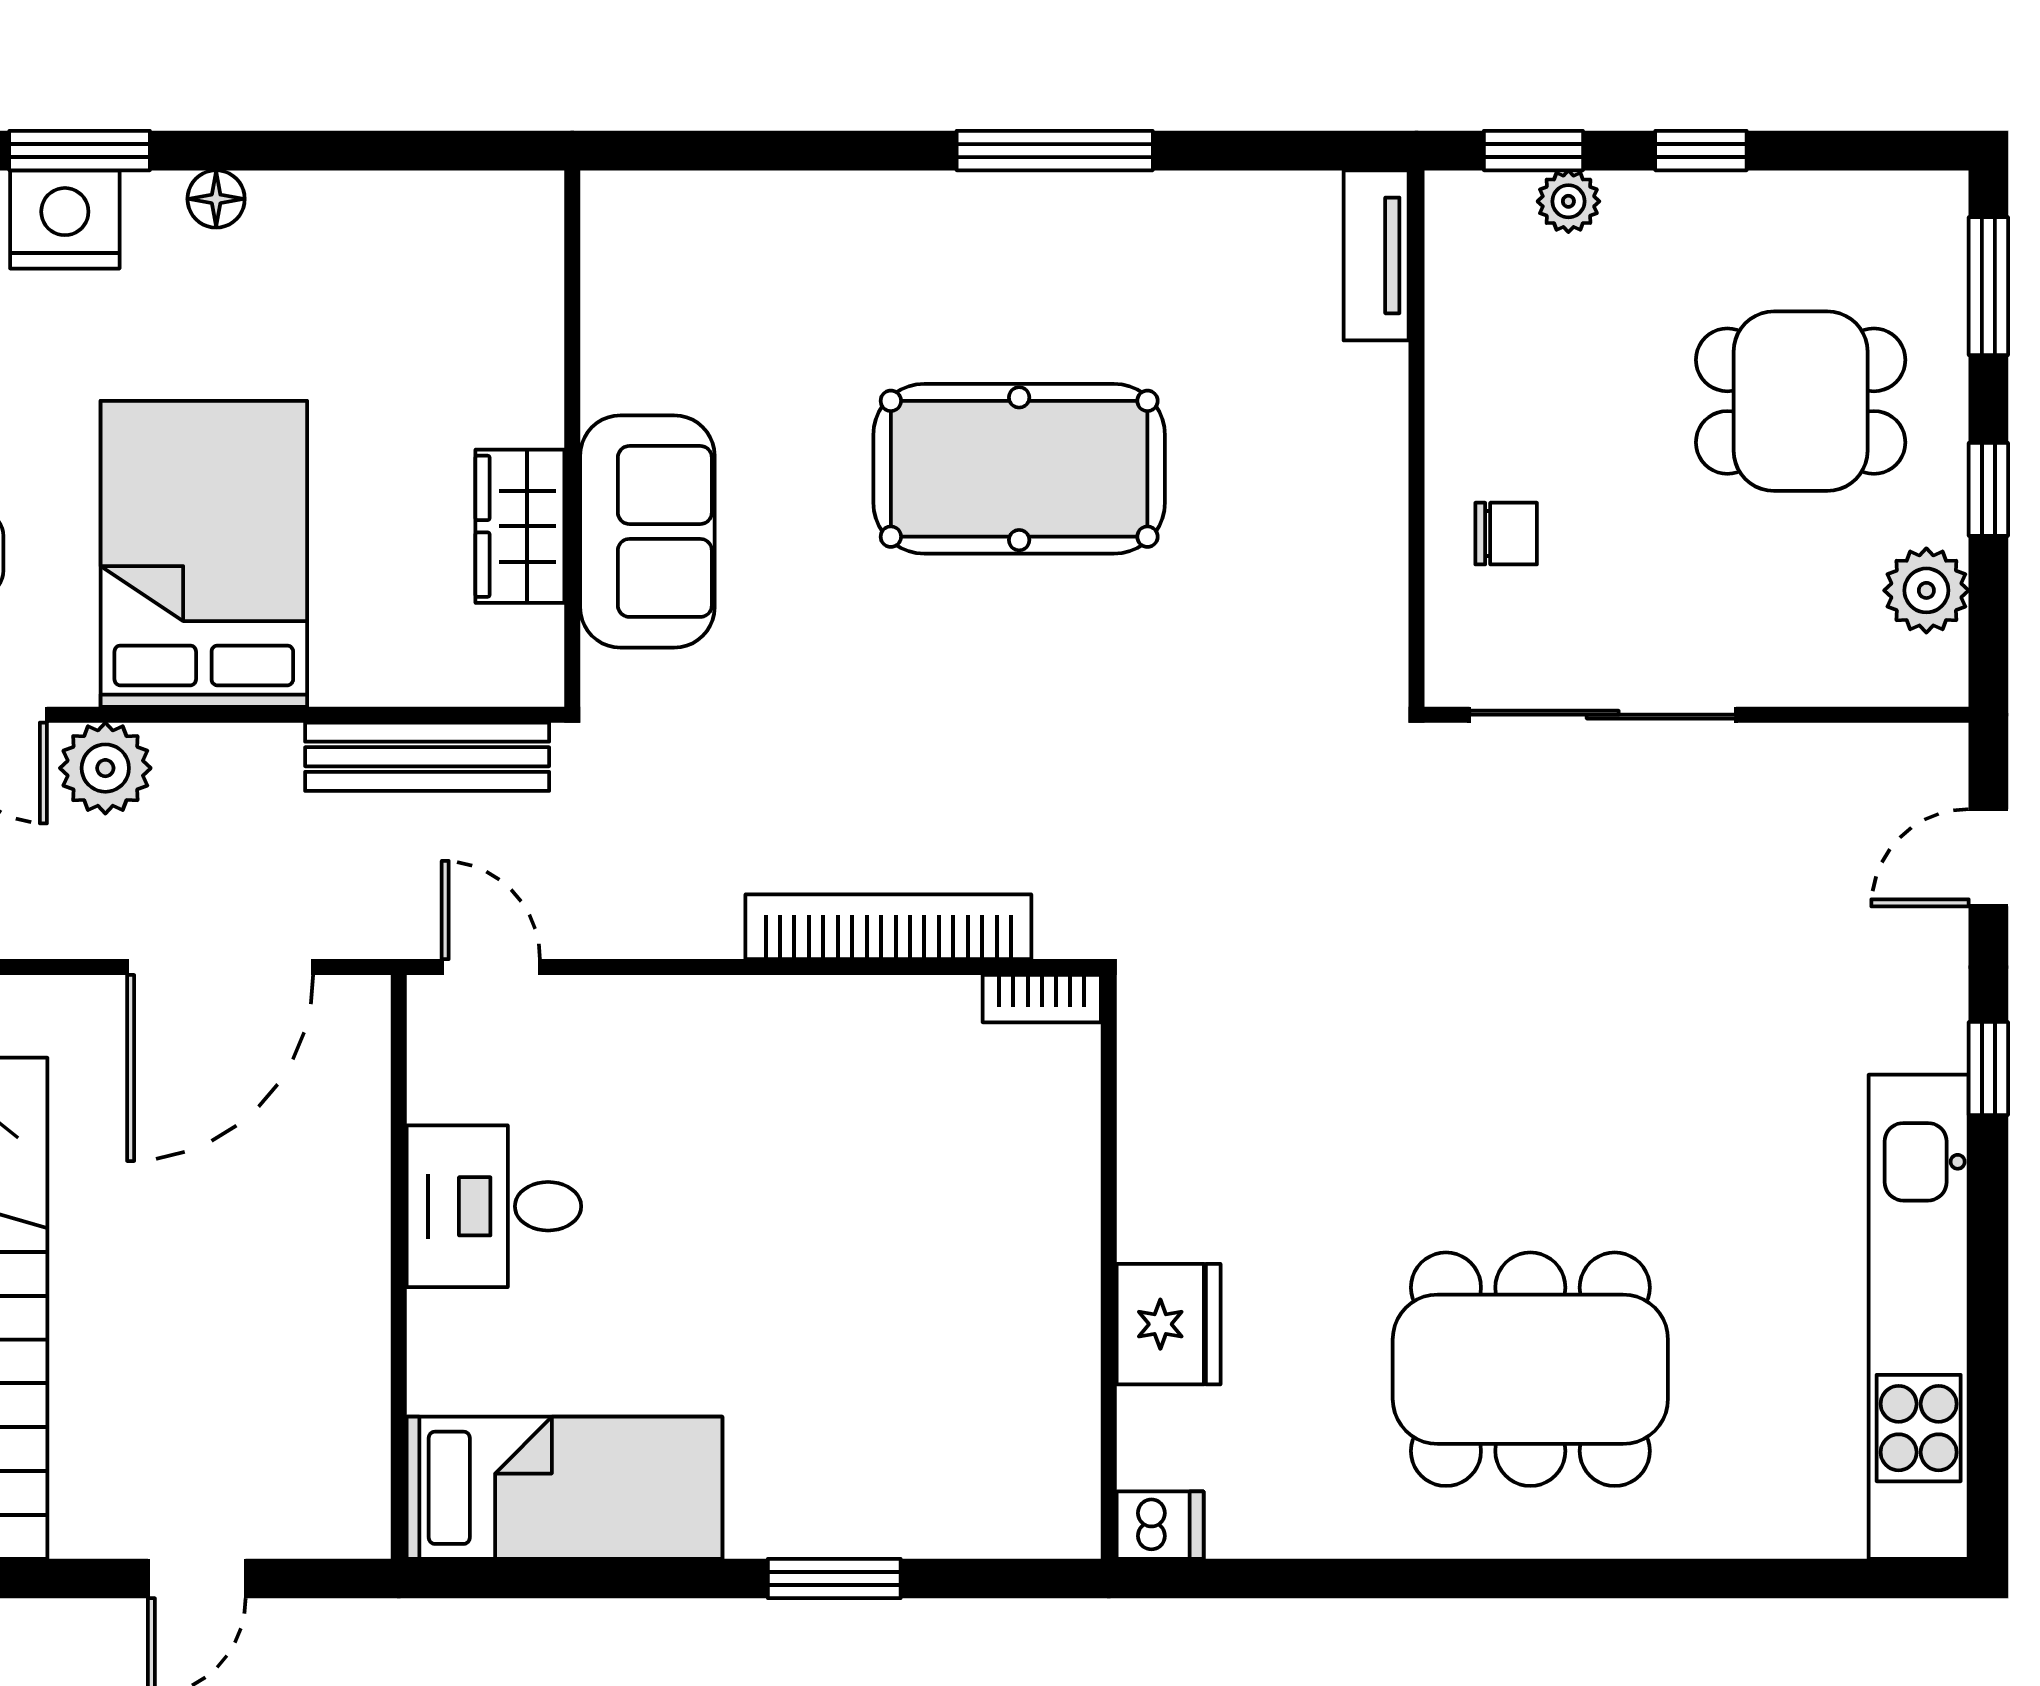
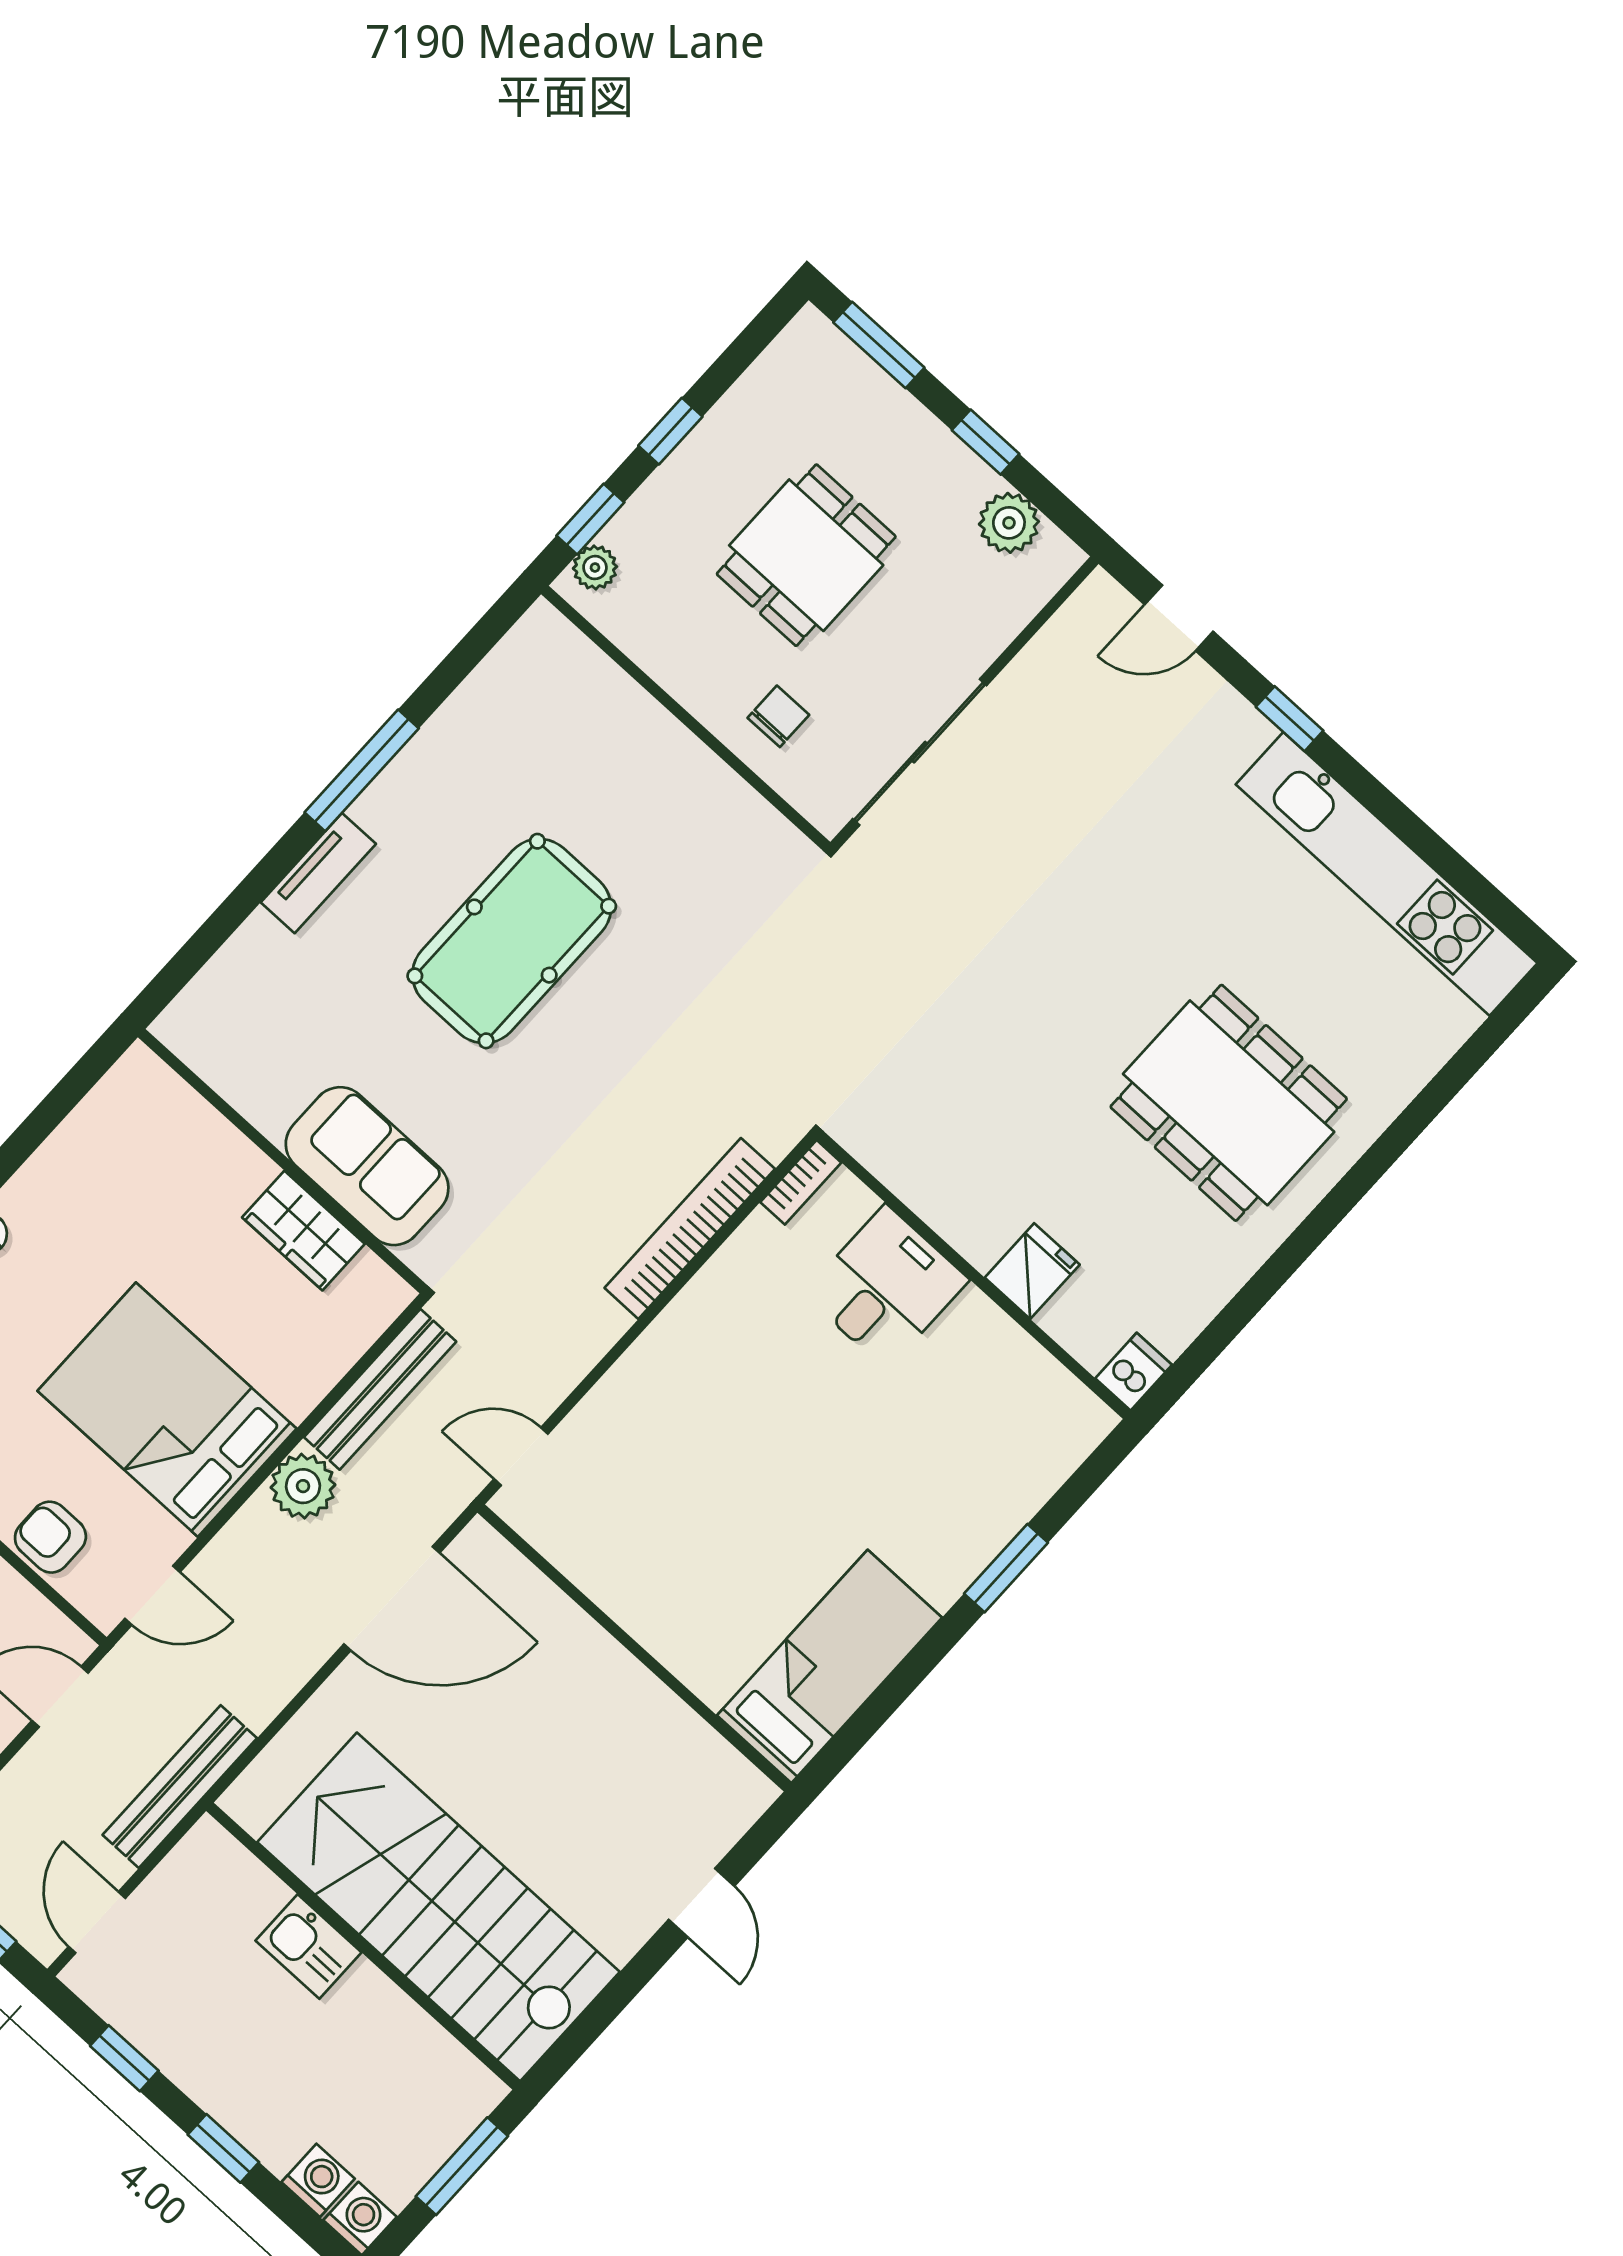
plant: (1568, 201) -> (595, 568), moved
tv unit: (1376, 255) -> (318, 873), moved, turned -90
dining table: (1801, 401) -> (806, 555), moved
plant: (105, 768) -> (303, 1486), moved
door: (1988, 858) -> (1179, 618), hinge flipped
door: (220, 967) -> (392, 1599), hinge flipped
desk: (494, 1206) -> (886, 1287), moved, turned 180
fridge: (1169, 1324) -> (1032, 1271), width x0.72
dining table: (1530, 1369) -> (1229, 1103), turned 90

